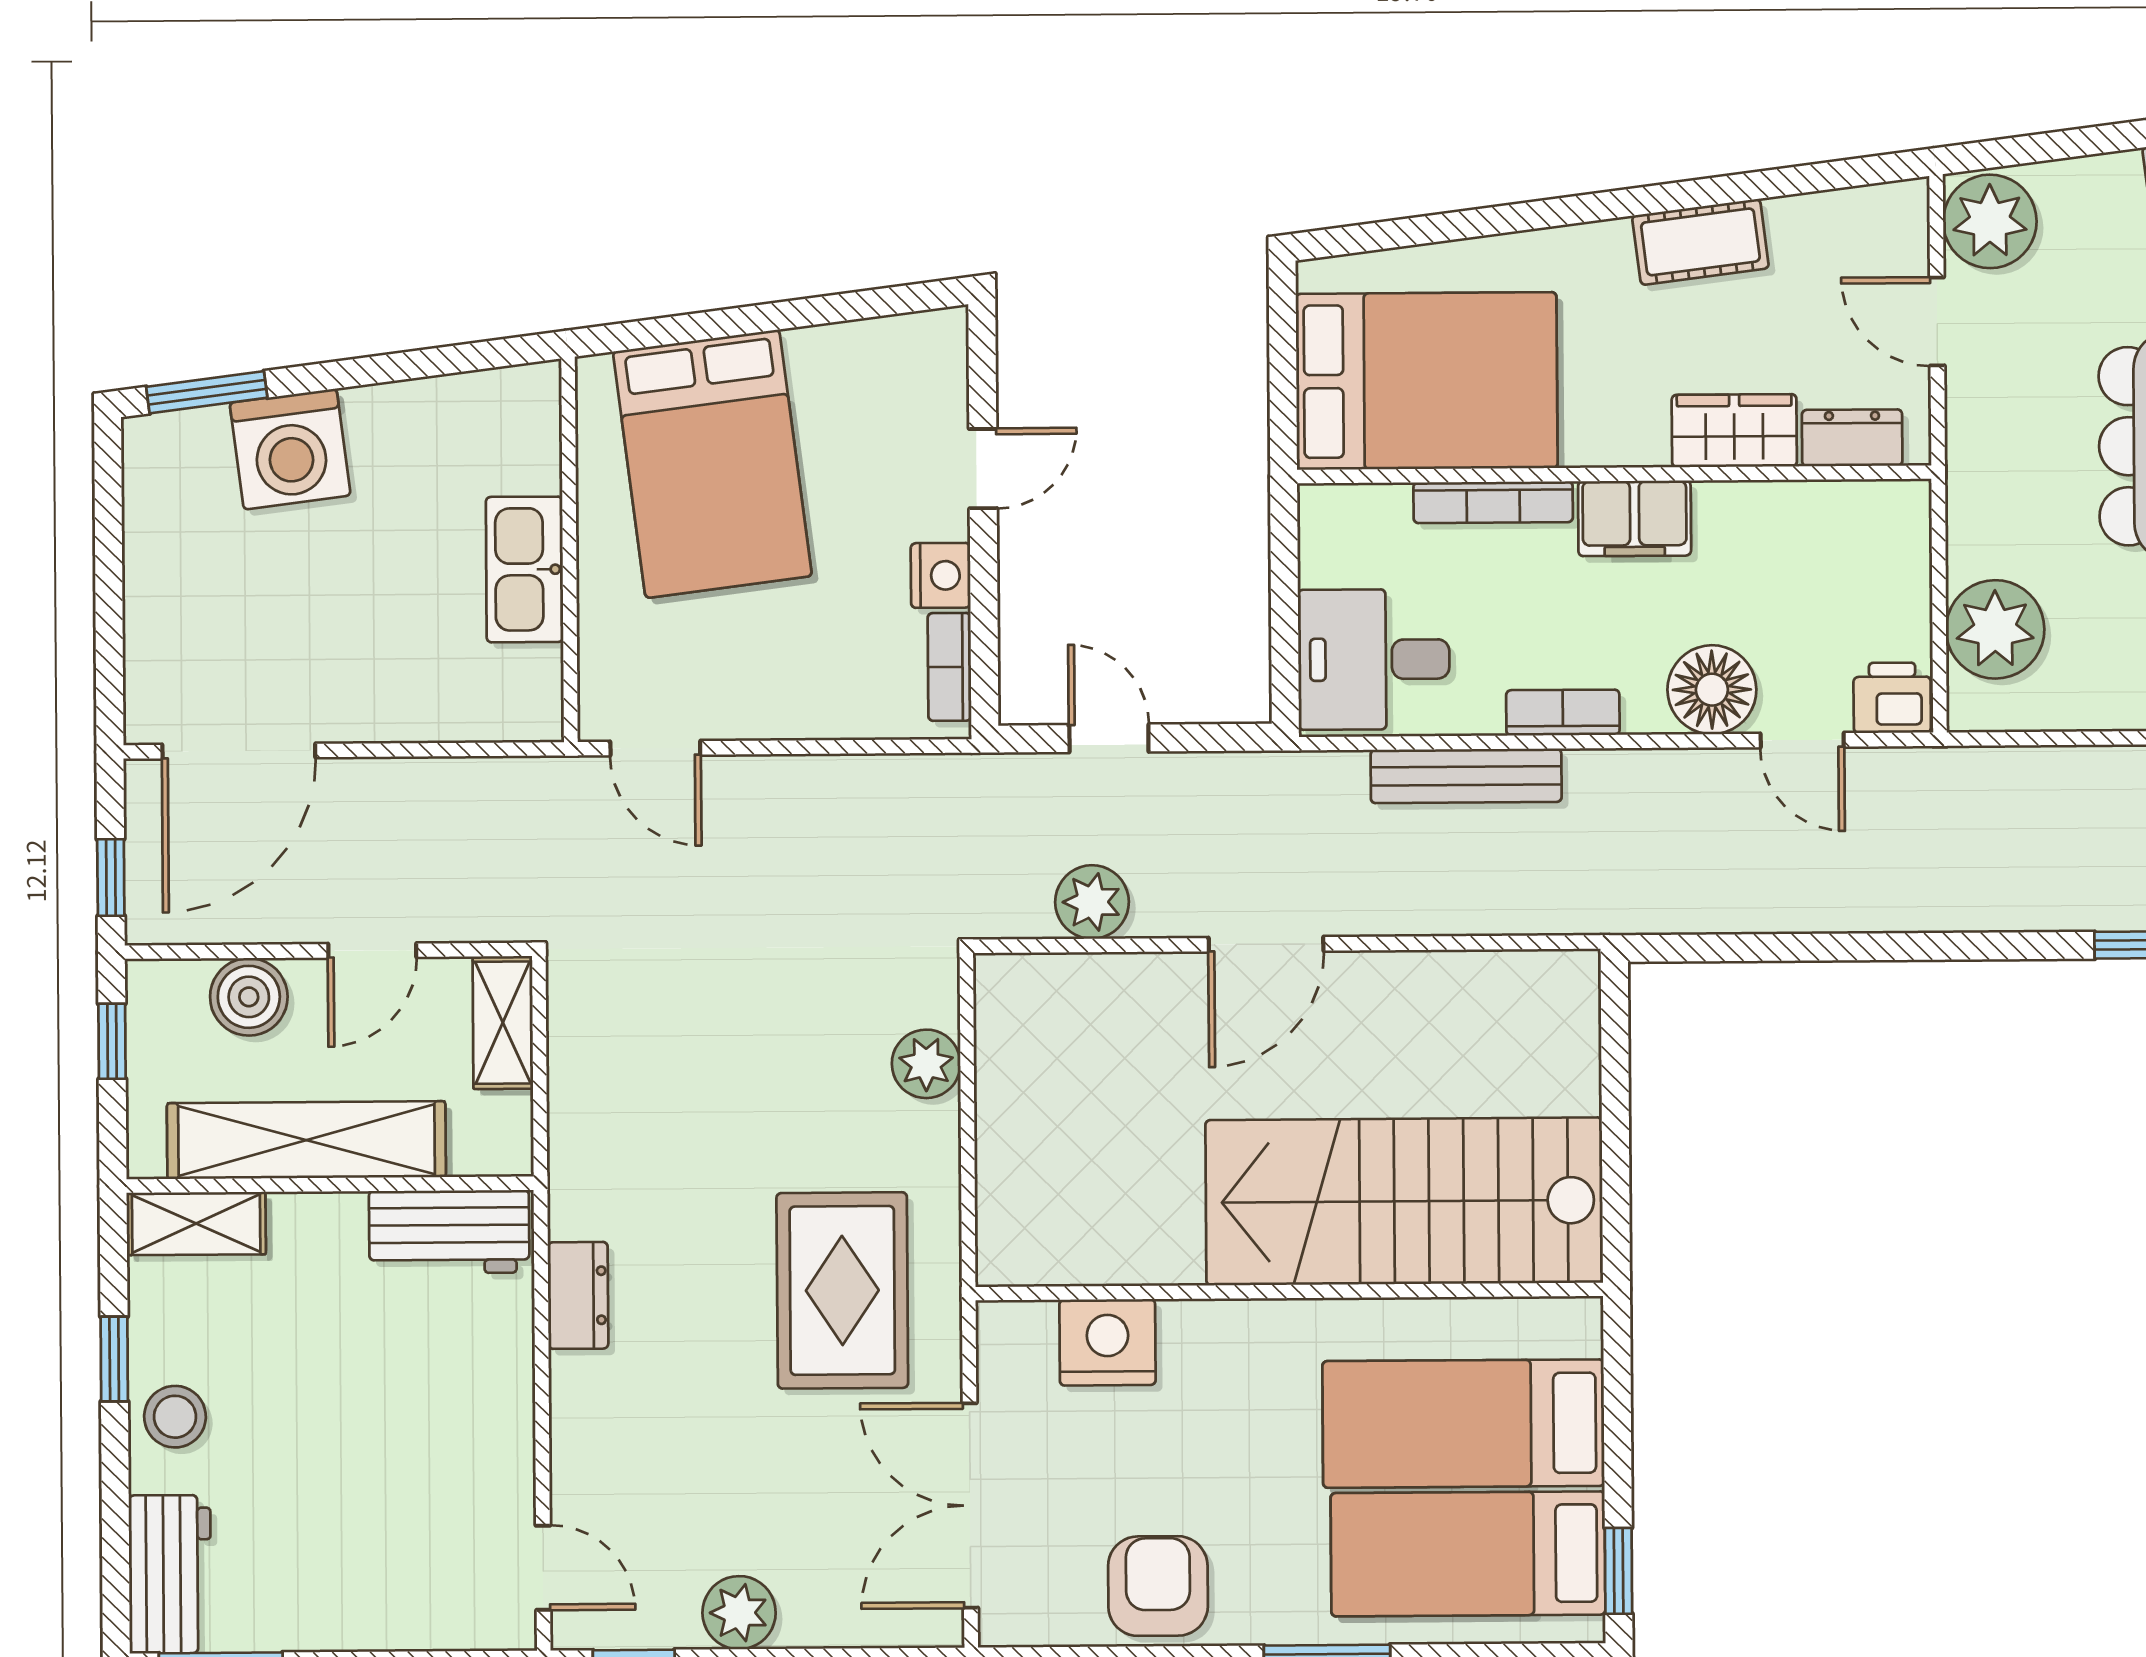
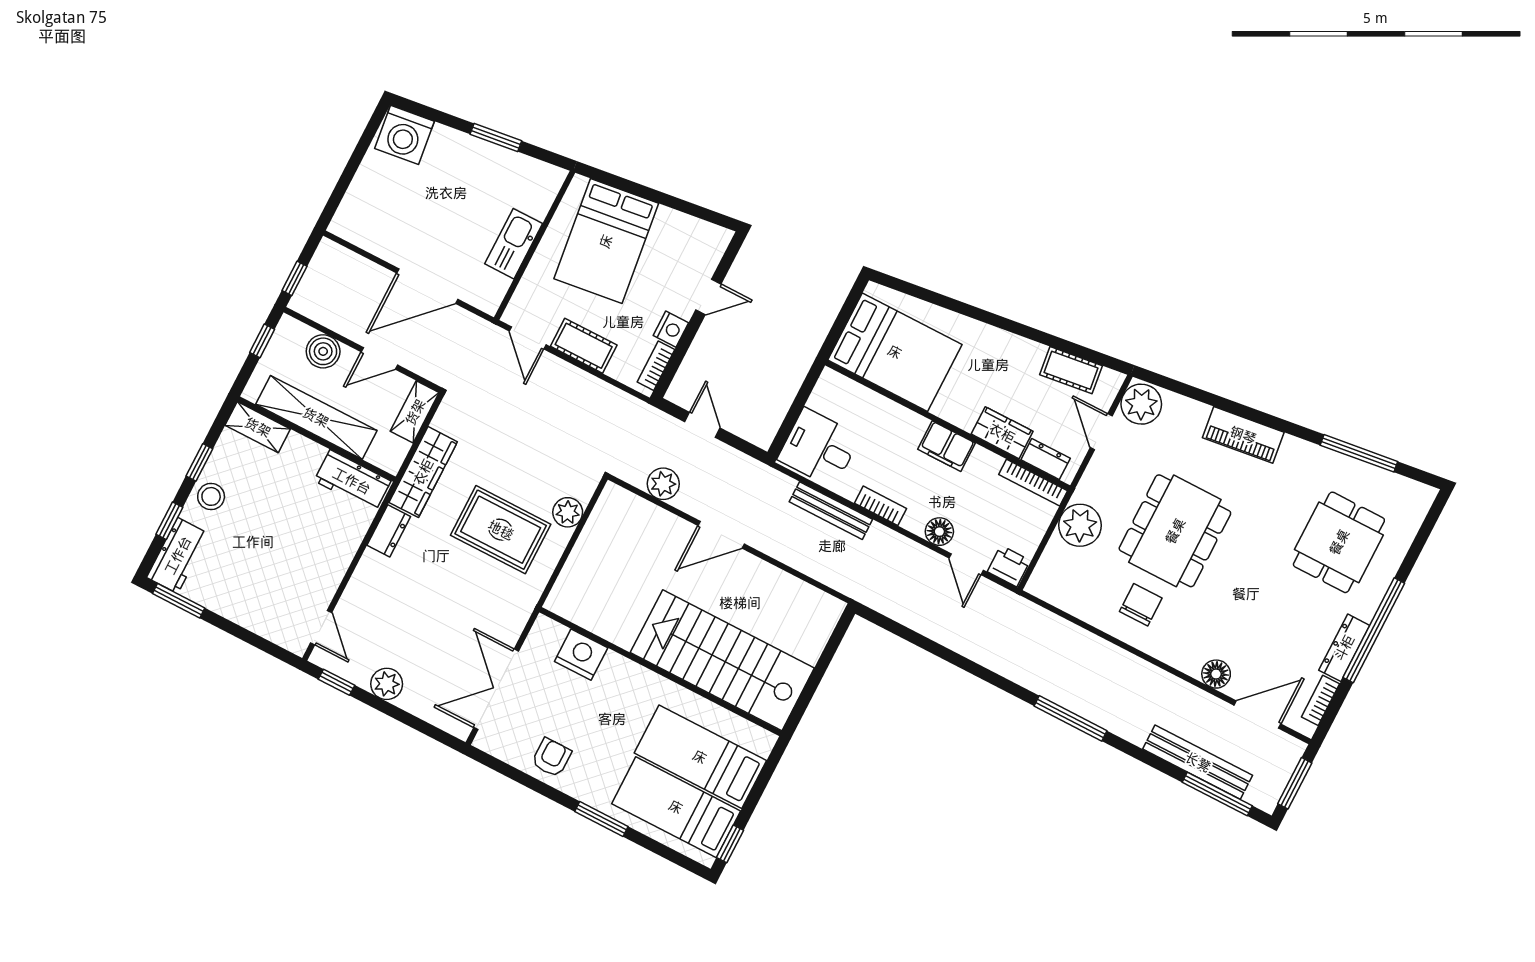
cot: (1700, 242) -> (1071, 370), moved
window: (207, 392) -> (496, 137), moved
washing machine: (290, 449) -> (404, 135), moved
bookcase: (1493, 502) -> (1033, 483), moved
plant: (1995, 629) -> (1080, 525), moved
floor lamp: (1712, 690) -> (939, 532), width x0.73, depth x0.73
cot: (779, 704) -> (584, 346), added
door: (239, 751) -> (427, 286), moved
wardrobe: (585, 1137) -> (423, 472), added
rug: (842, 1290) -> (501, 530), moved, turned 90
window: (115, 1512) -> (169, 521), added
armchair: (1158, 1586) -> (552, 758), width x0.72, depth x0.72

